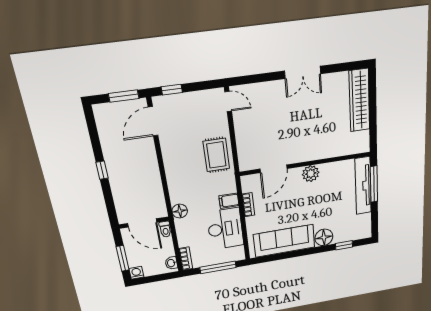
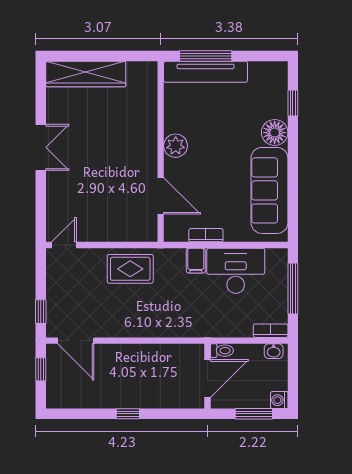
window: (124, 96) -> (41, 369), width x0.67
floor lamp: (180, 211) -> (199, 328), removed

